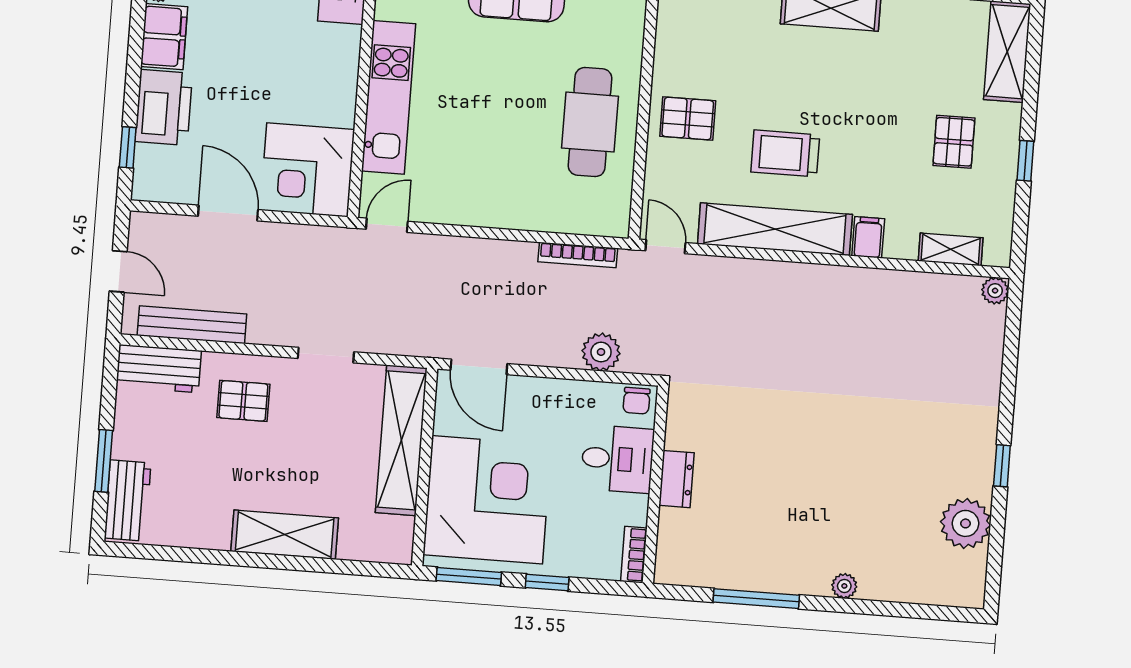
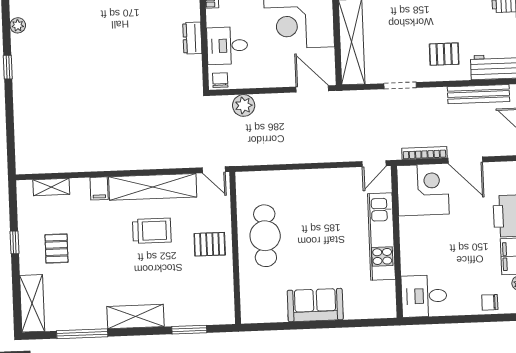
bookcase: (578, 255) -> (424, 153), moved
plant: (995, 291) -> (23, 166), removed
plant: (966, 523) -> (18, 25), width x0.53, depth x0.53

